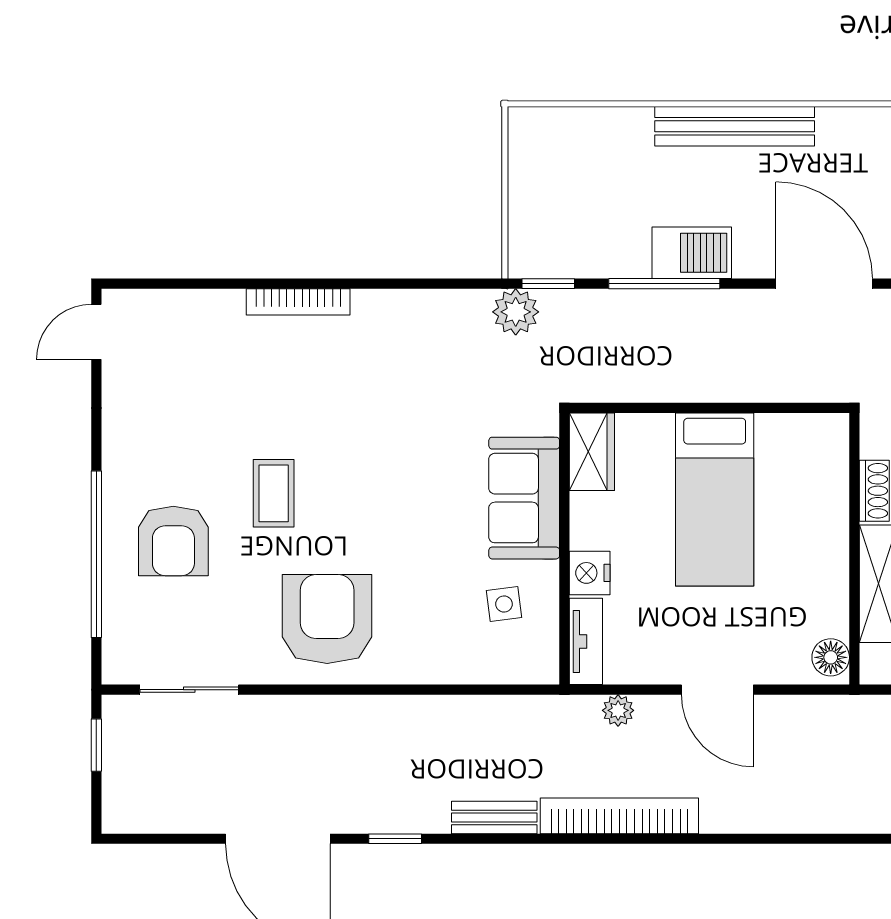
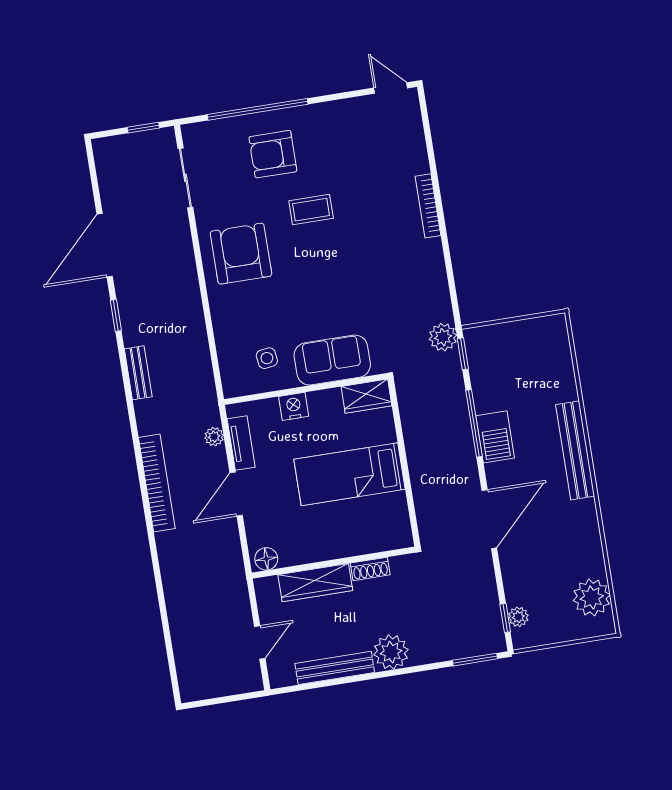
armchair: (327, 619) -> (241, 254), turned -90
tv unit: (586, 641) -> (241, 443), moved, turned -90
bookcase: (619, 816) -> (157, 483), moved

